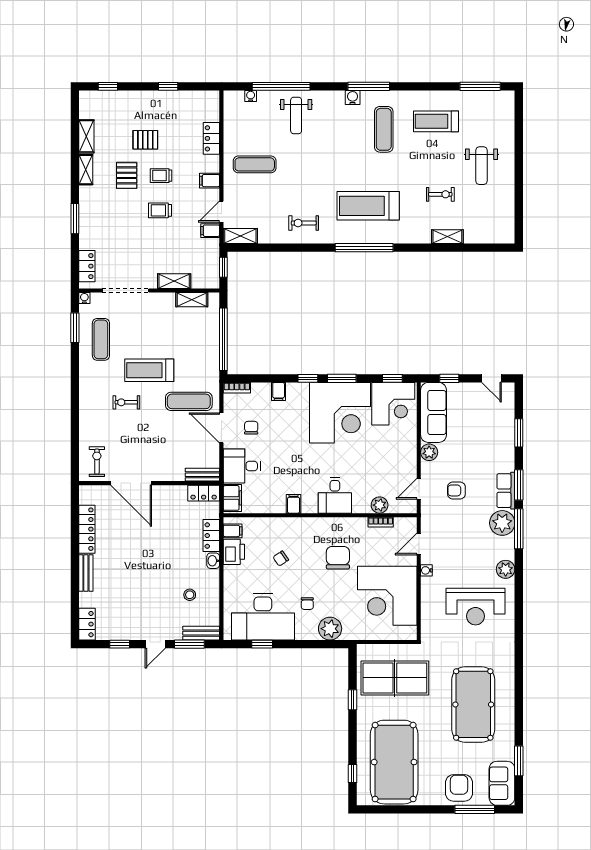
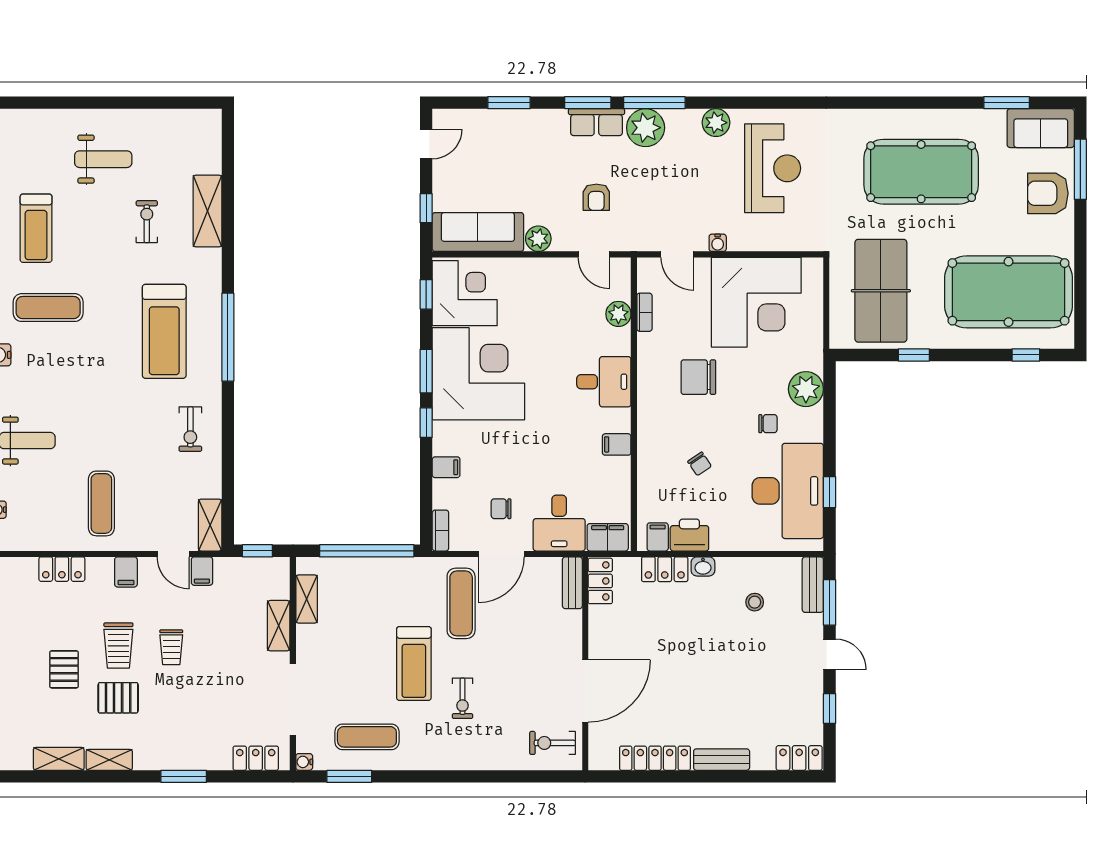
trolley: (161, 176) -> (118, 646), width x1.36, depth x1.39
shelving: (447, 237) -> (207, 211), width x1.50, depth x1.33

